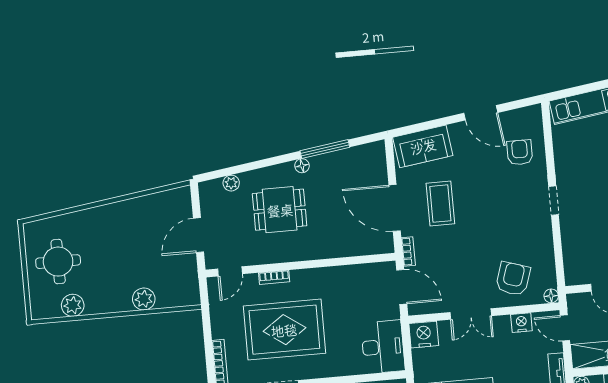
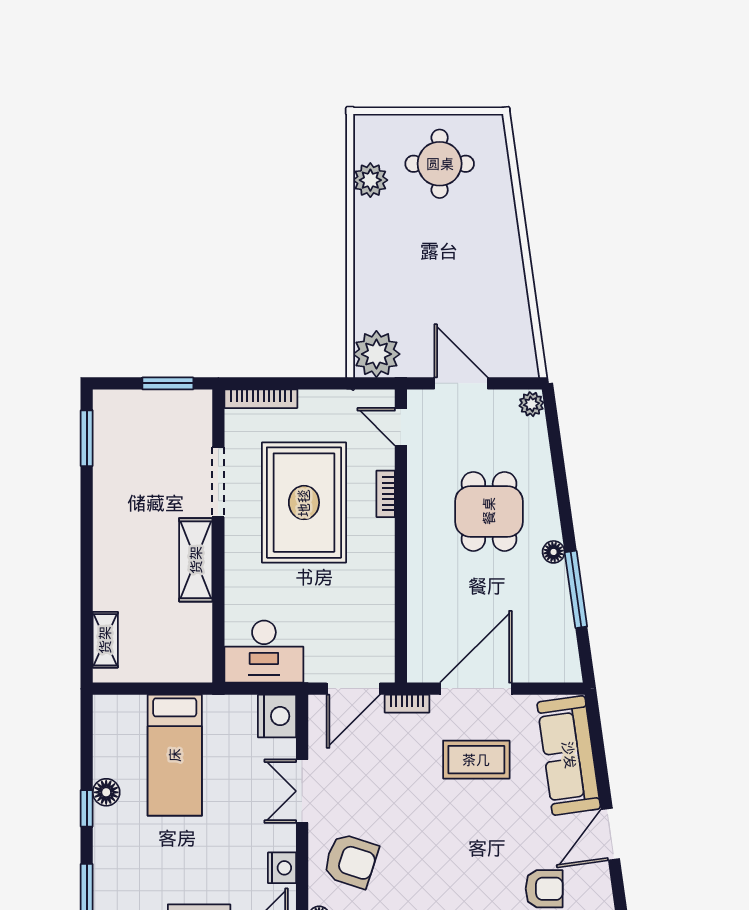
sofa: (423, 146) -> (569, 755), width x1.36
plant: (231, 183) -> (531, 404), moved
plant: (144, 299) -> (376, 354), moved, width x1.36, depth x1.36

